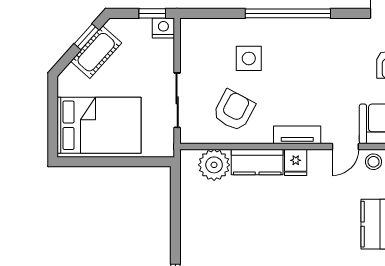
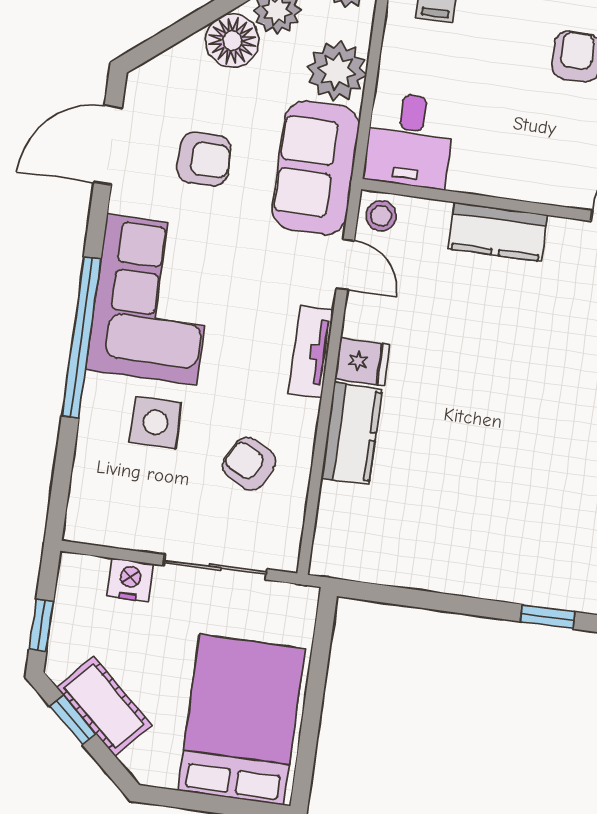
window: (152, 13) -> (41, 626), moved
nightstand: (163, 28) -> (130, 580), moved, turned 90
corner sofa: (313, 47) -> (152, 299), added
armchair: (234, 110) -> (249, 464), width x0.72, depth x0.72
plant: (214, 165) -> (346, 515), removed

